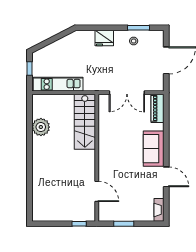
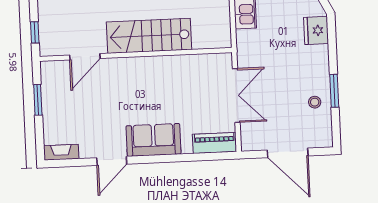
window: (138, 28) -> (334, 91), moved
fridge: (104, 38) -> (316, 30), moved
double door: (127, 93) -> (236, 96), swing flipped
stairs: (85, 122) -> (149, 36), moved

